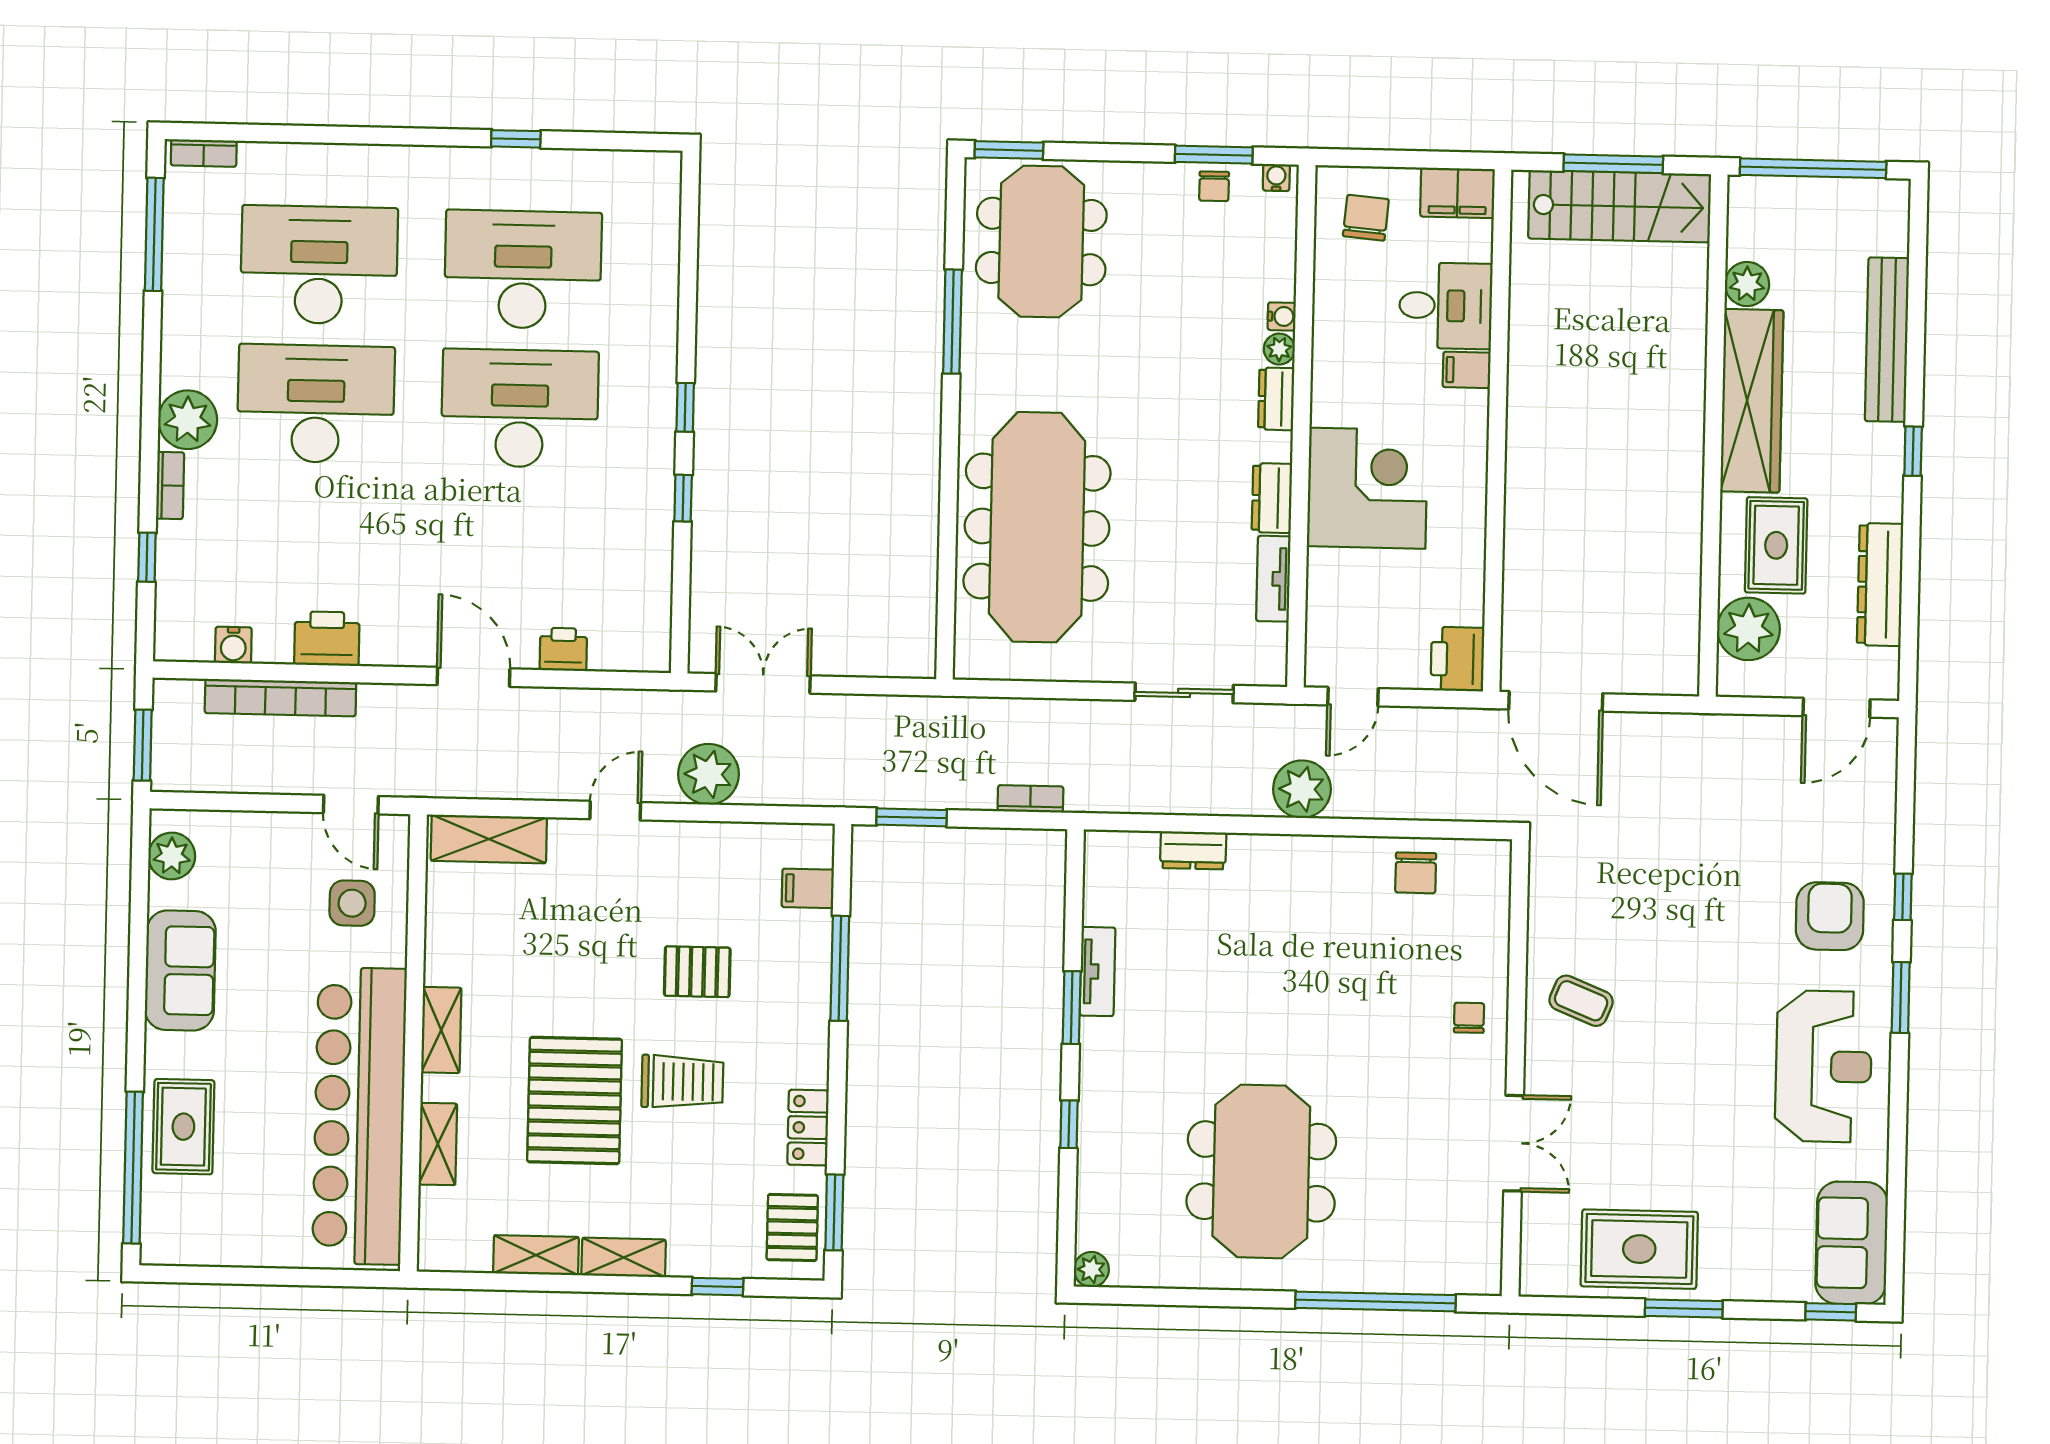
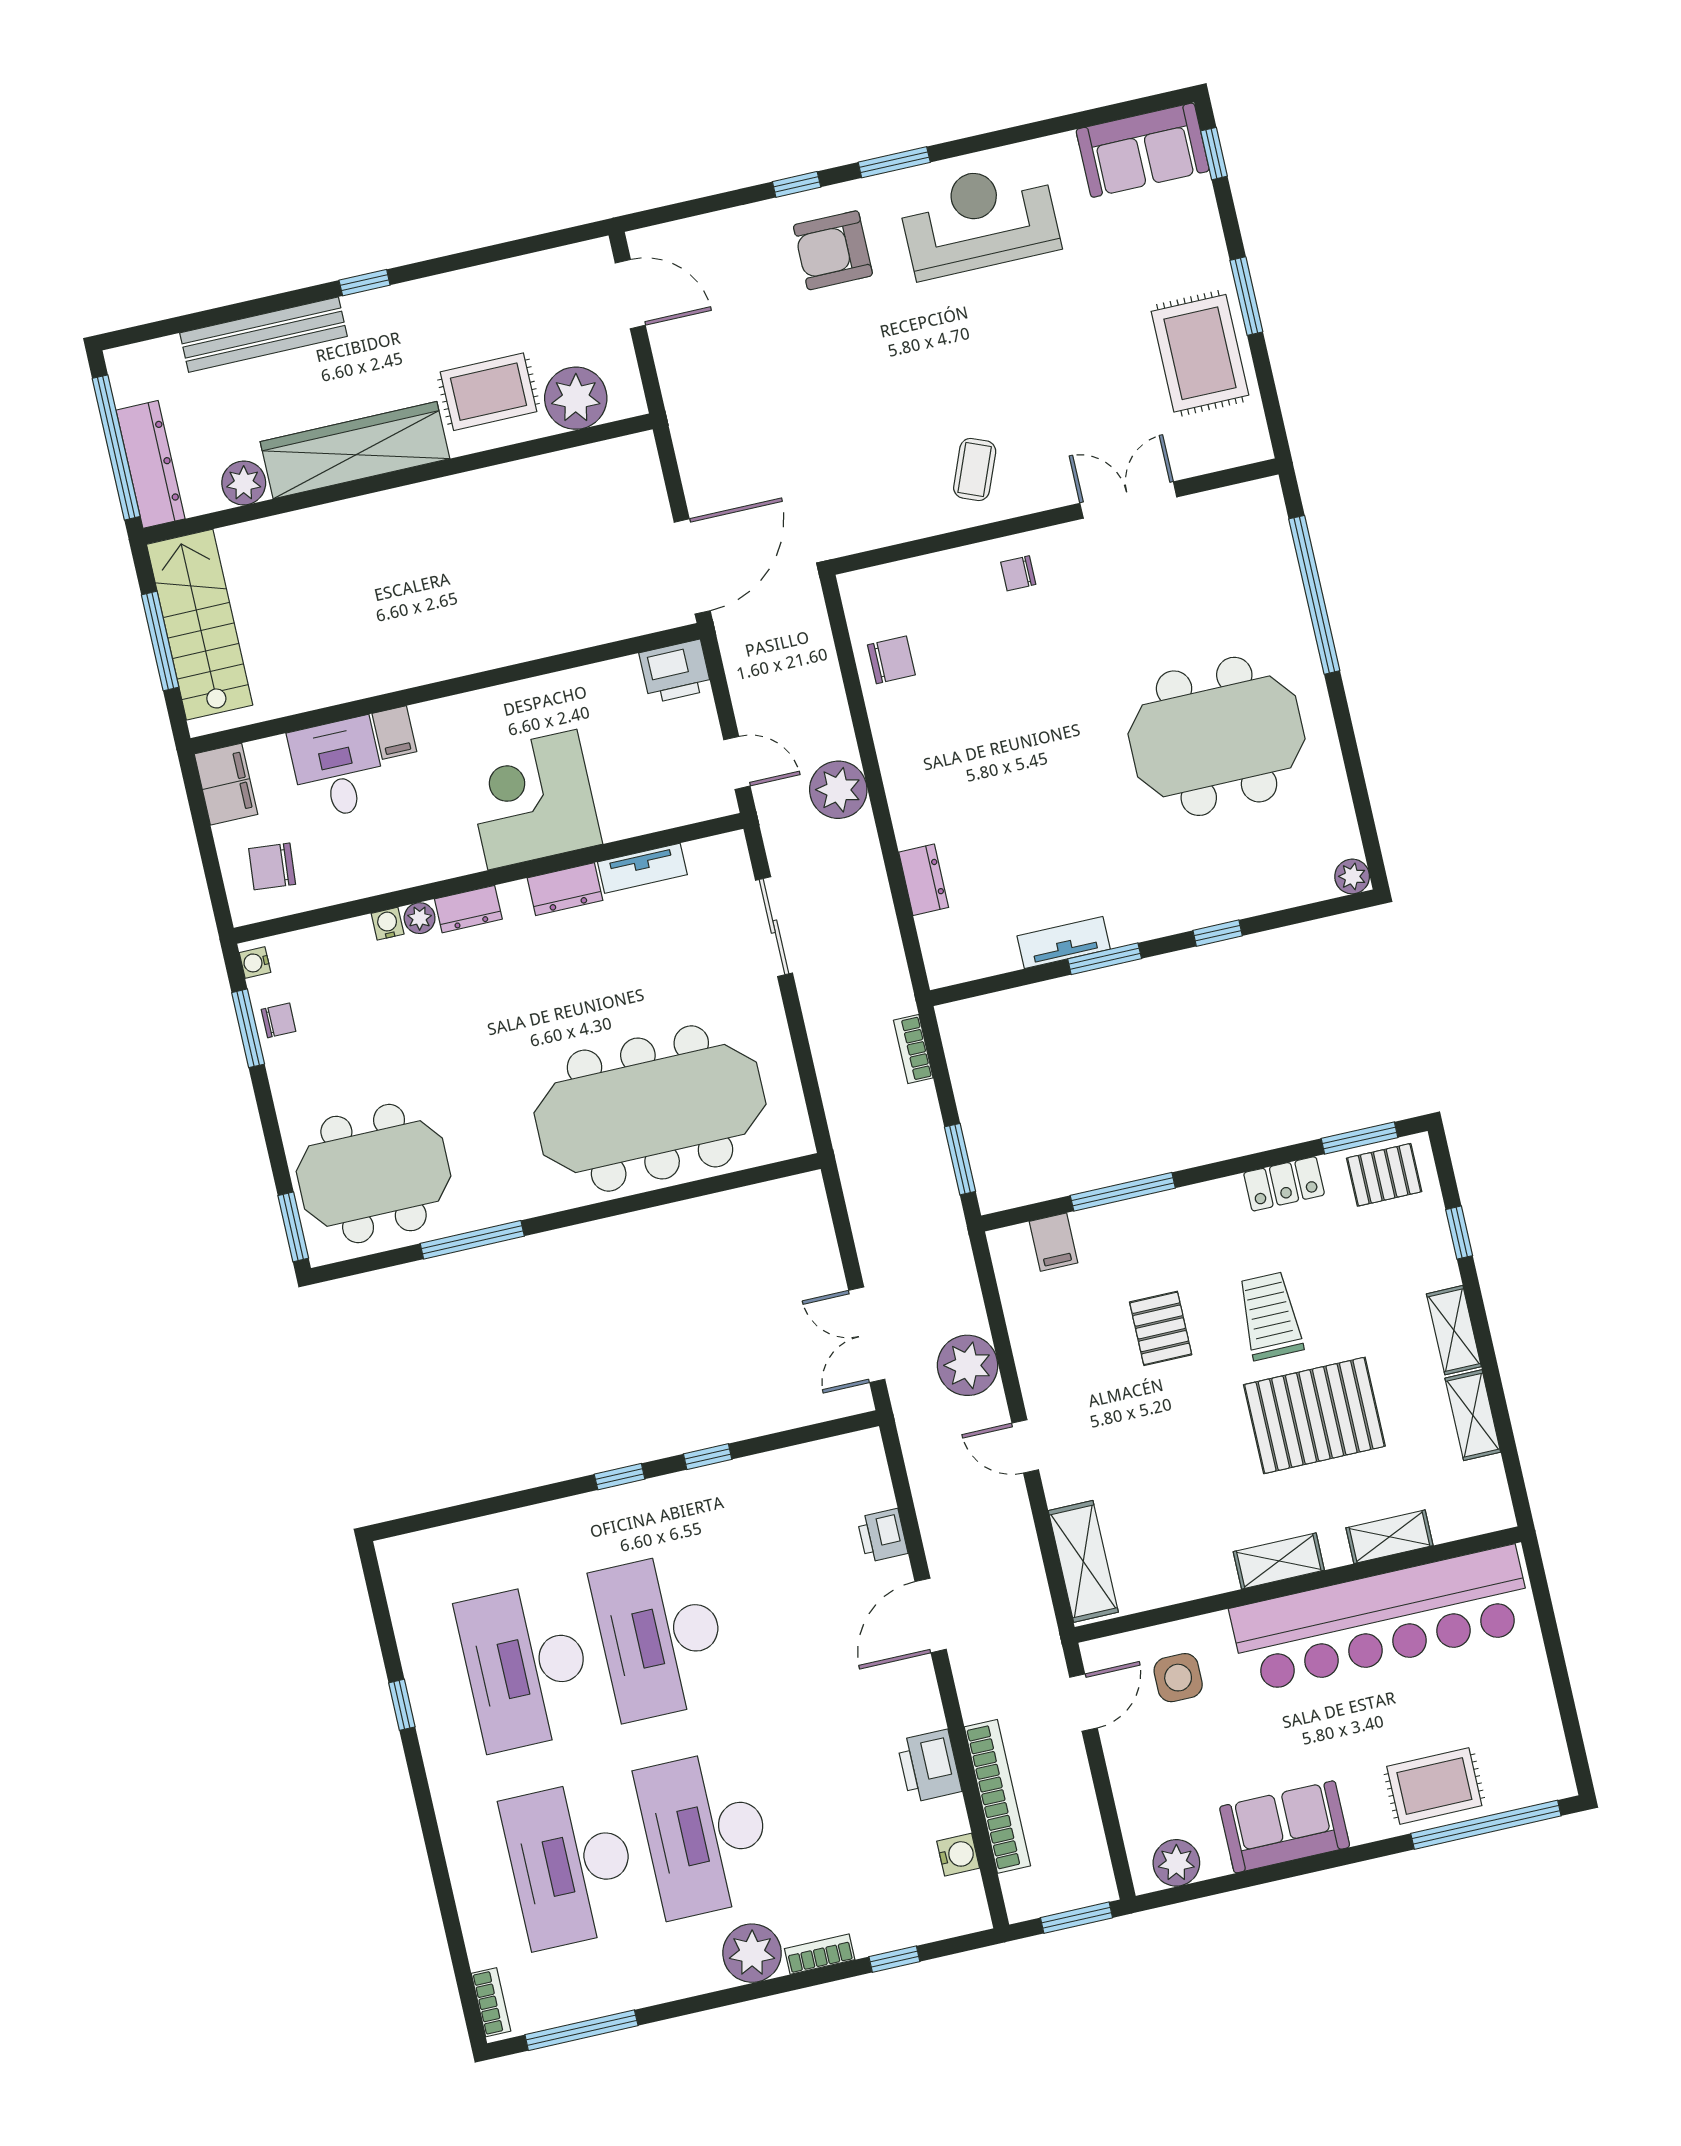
dresser: (1880, 585) -> (151, 464), moved, turned -90

